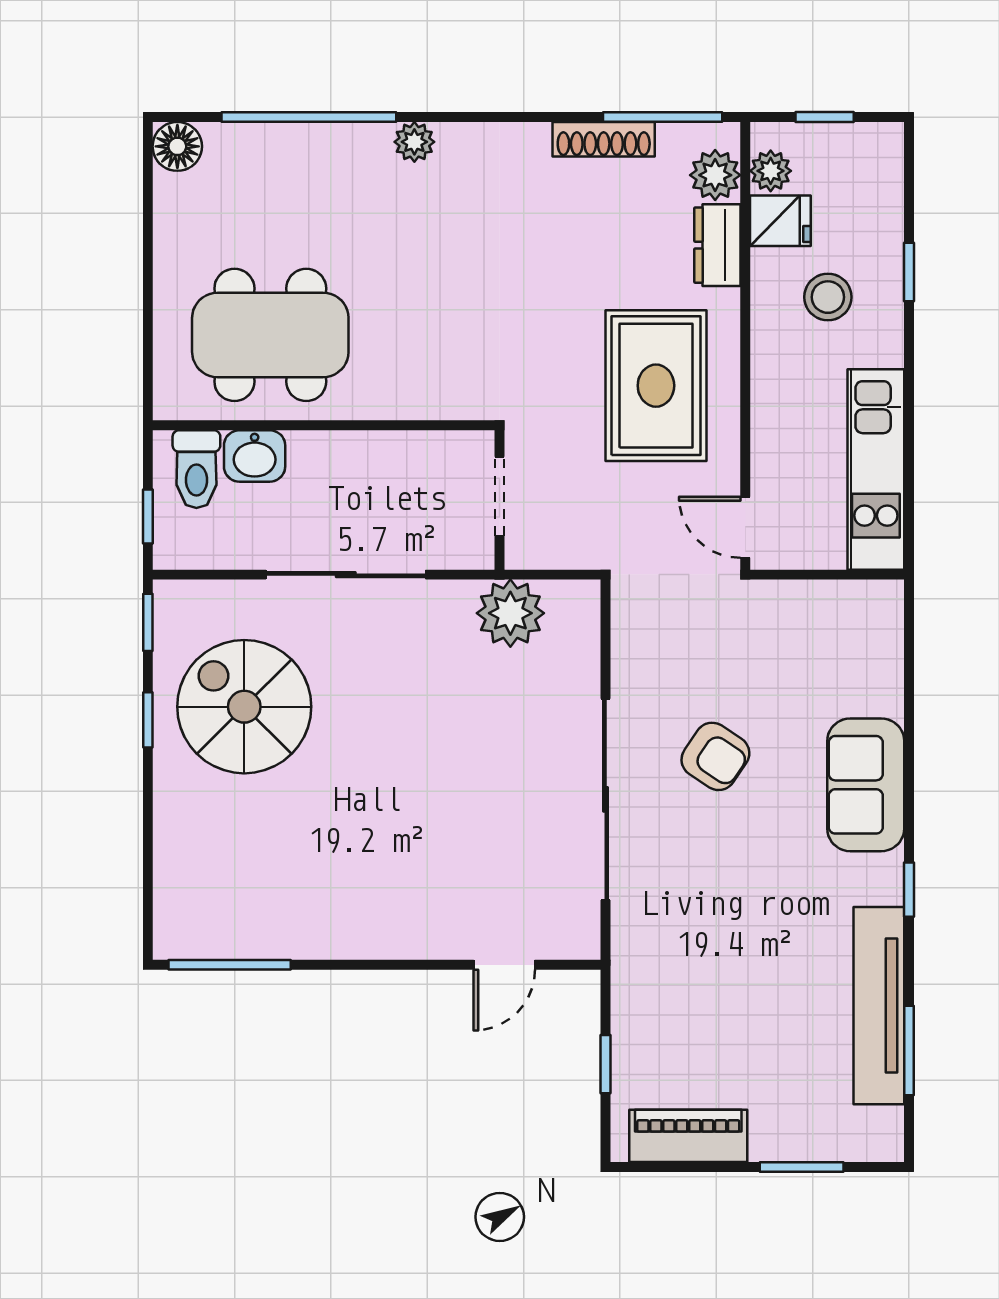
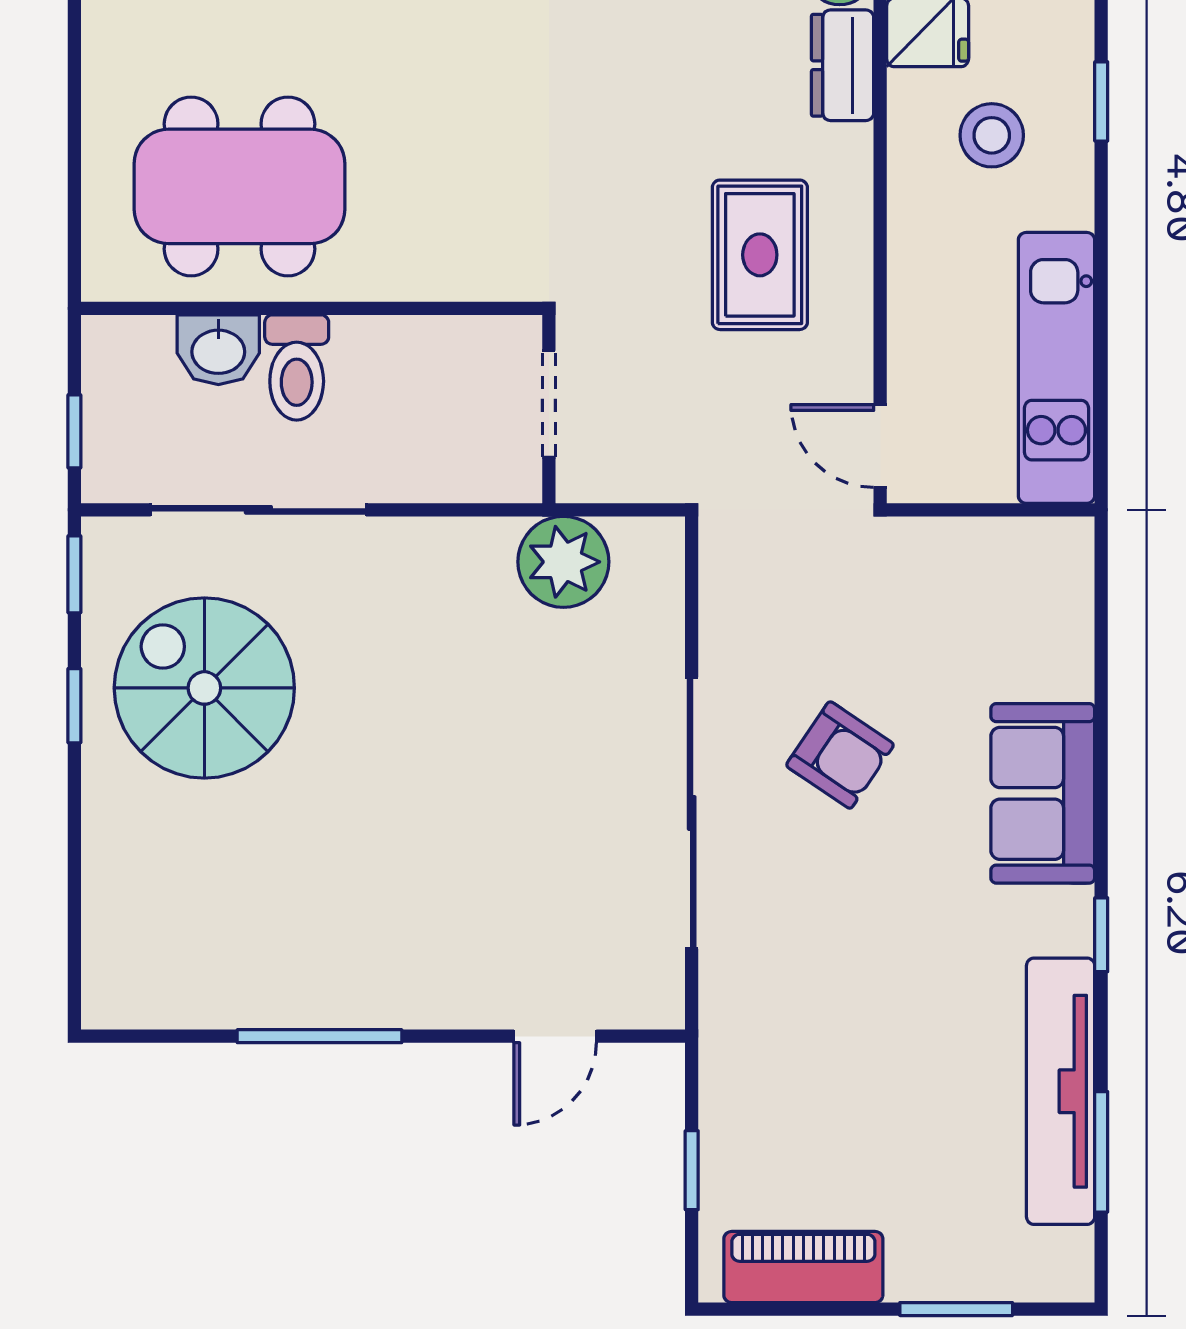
rug: (656, 386) -> (760, 255), width x0.73, depth x0.70
toilet: (196, 469) -> (297, 367), moved
sliding door: (346, 575) -> (258, 510), moved
window: (230, 965) -> (320, 1036), moved

